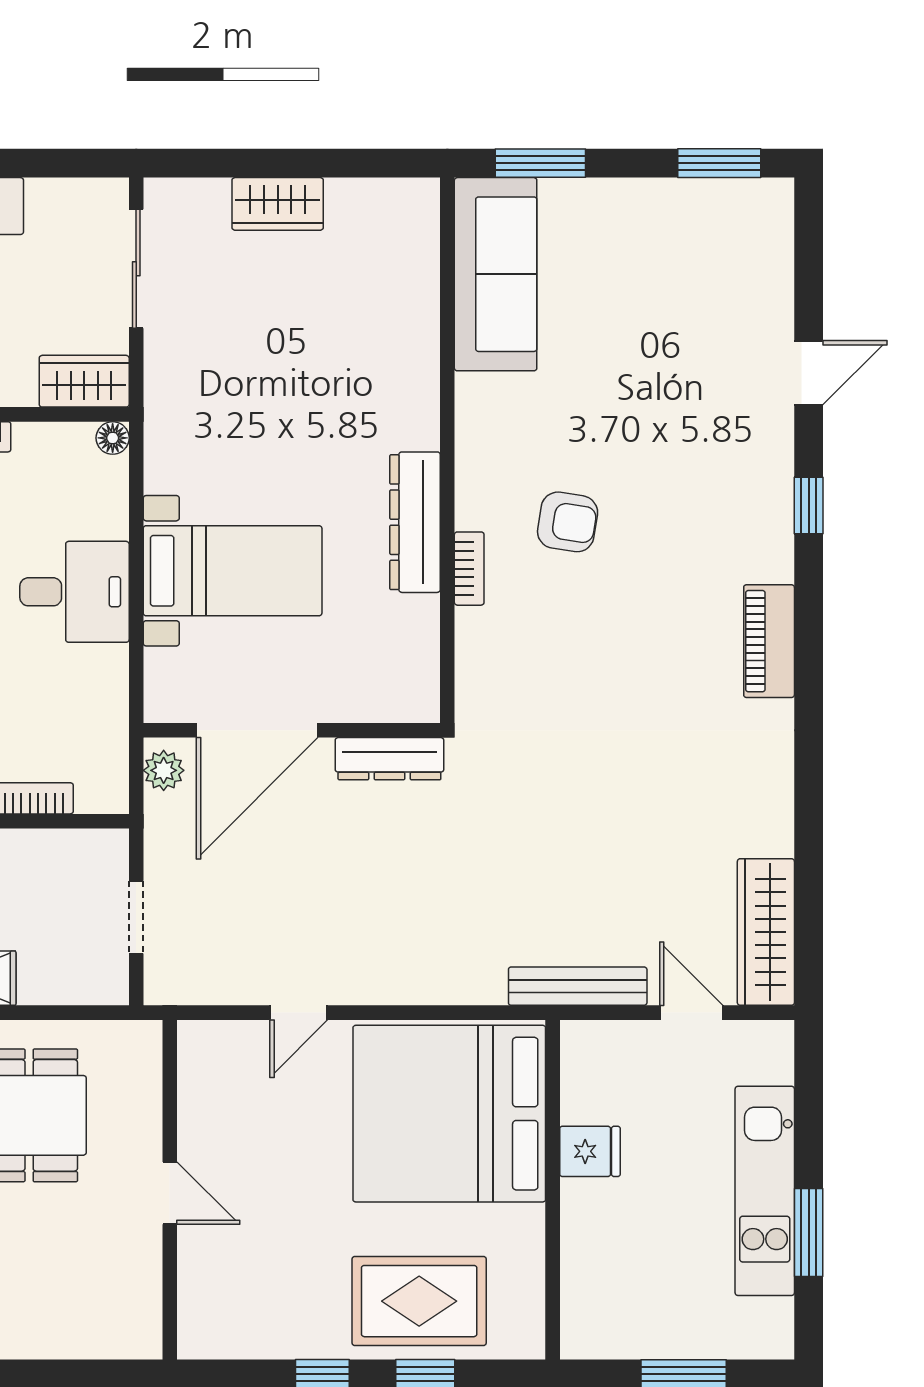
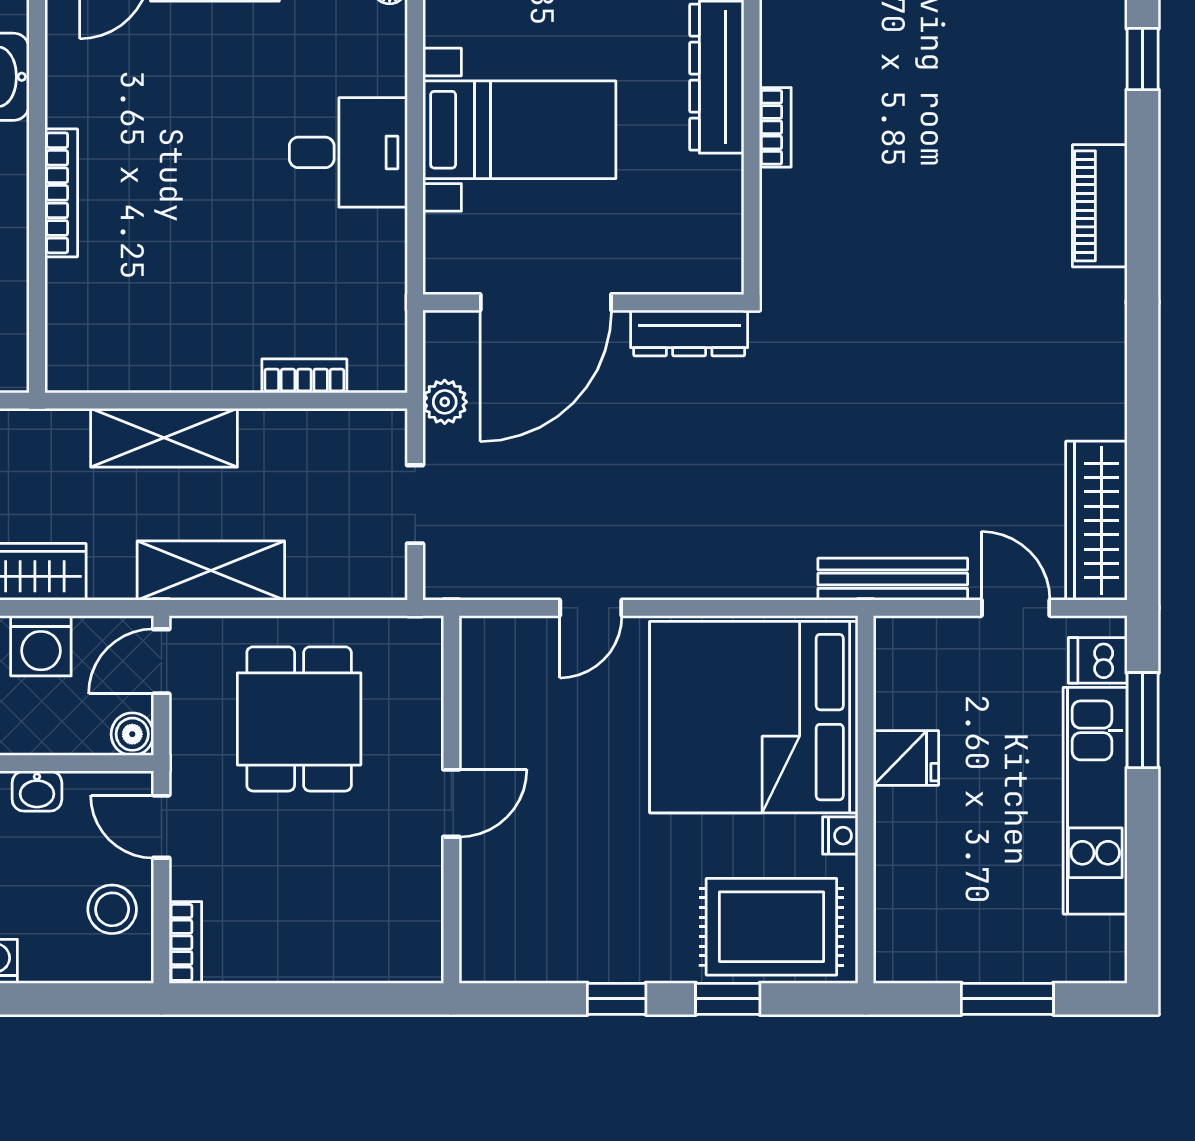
armchair: (568, 522) -> (882, 77), removed
plant: (164, 770) -> (445, 402), moved
dishwasher: (767, 1061) -> (1098, 660), added
door: (170, 1193) -> (451, 803), hinge flipped
nightstand: (529, 1223) -> (840, 836), added
window: (809, 1232) -> (1143, 720), moved
rug: (419, 1301) -> (771, 927), moved

